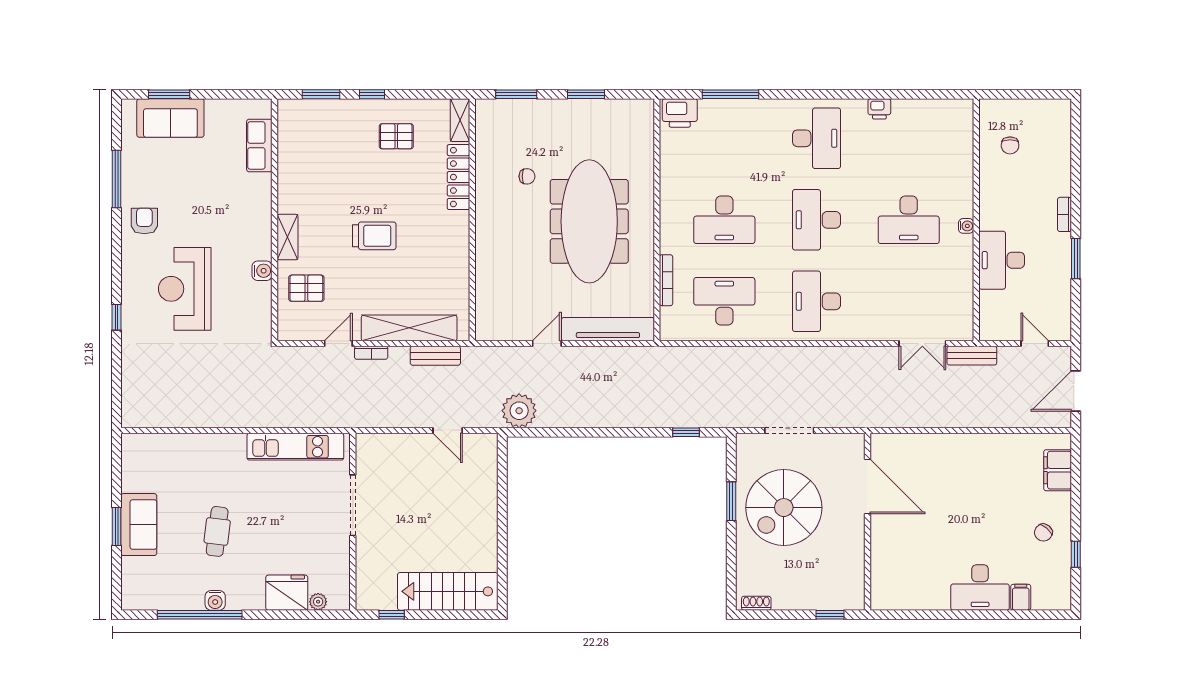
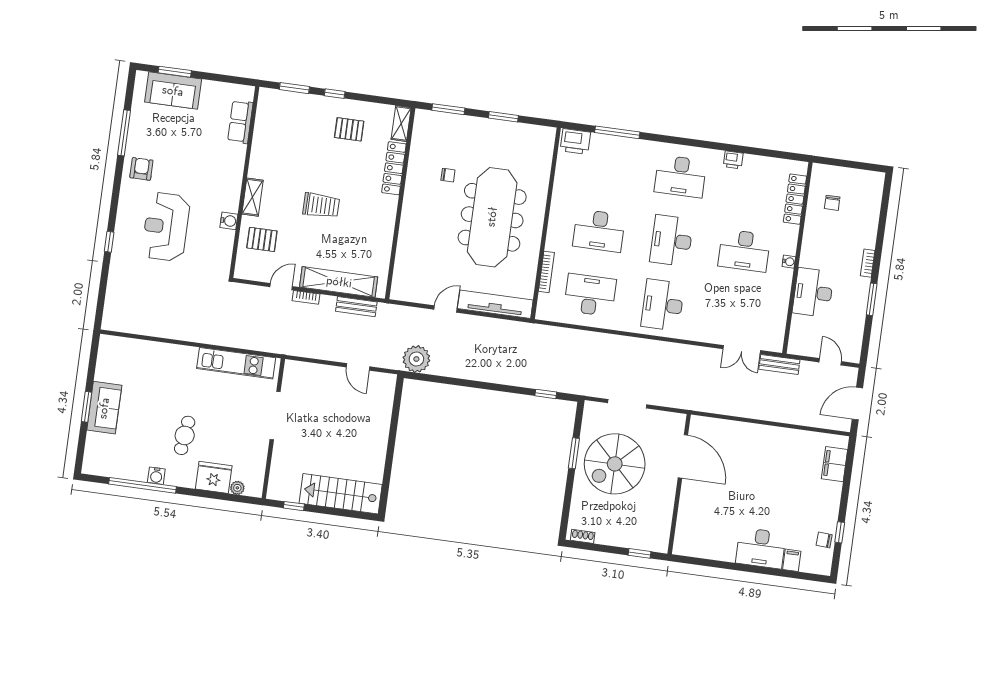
desk: (817, 138) -> (680, 176), turned 90
locker: (963, 147) -> (795, 199), added
cafe table: (217, 531) -> (185, 435), moved
chair: (1043, 533) -> (824, 540), moved, turned 53

